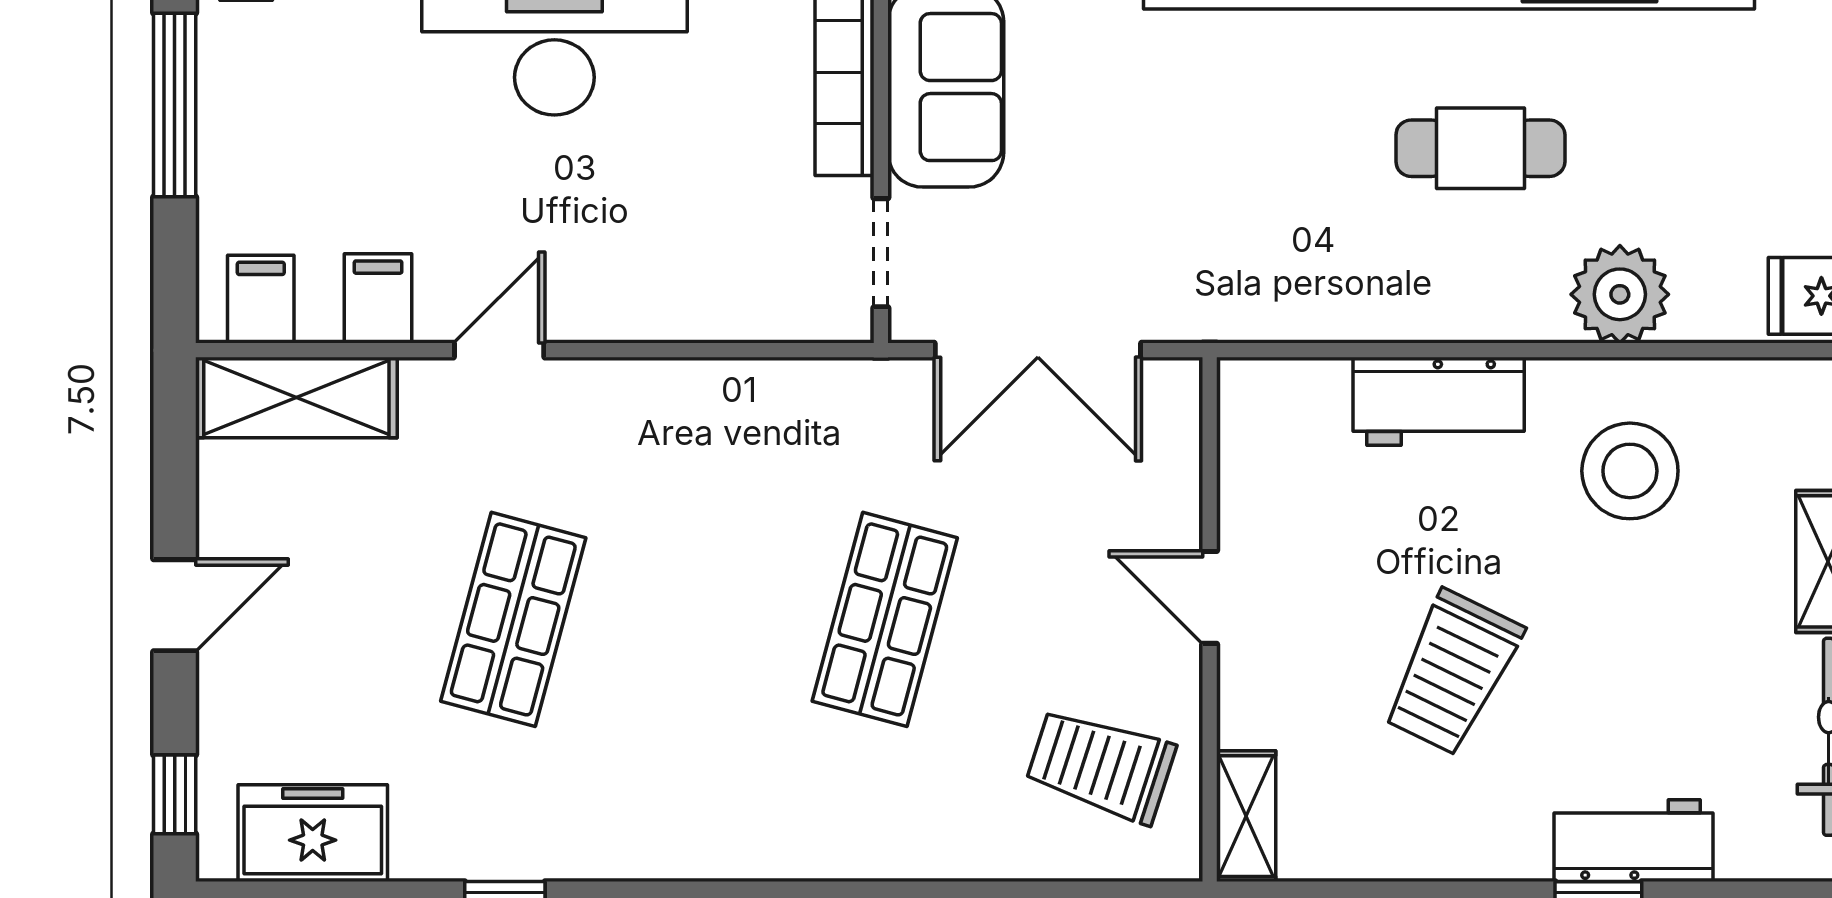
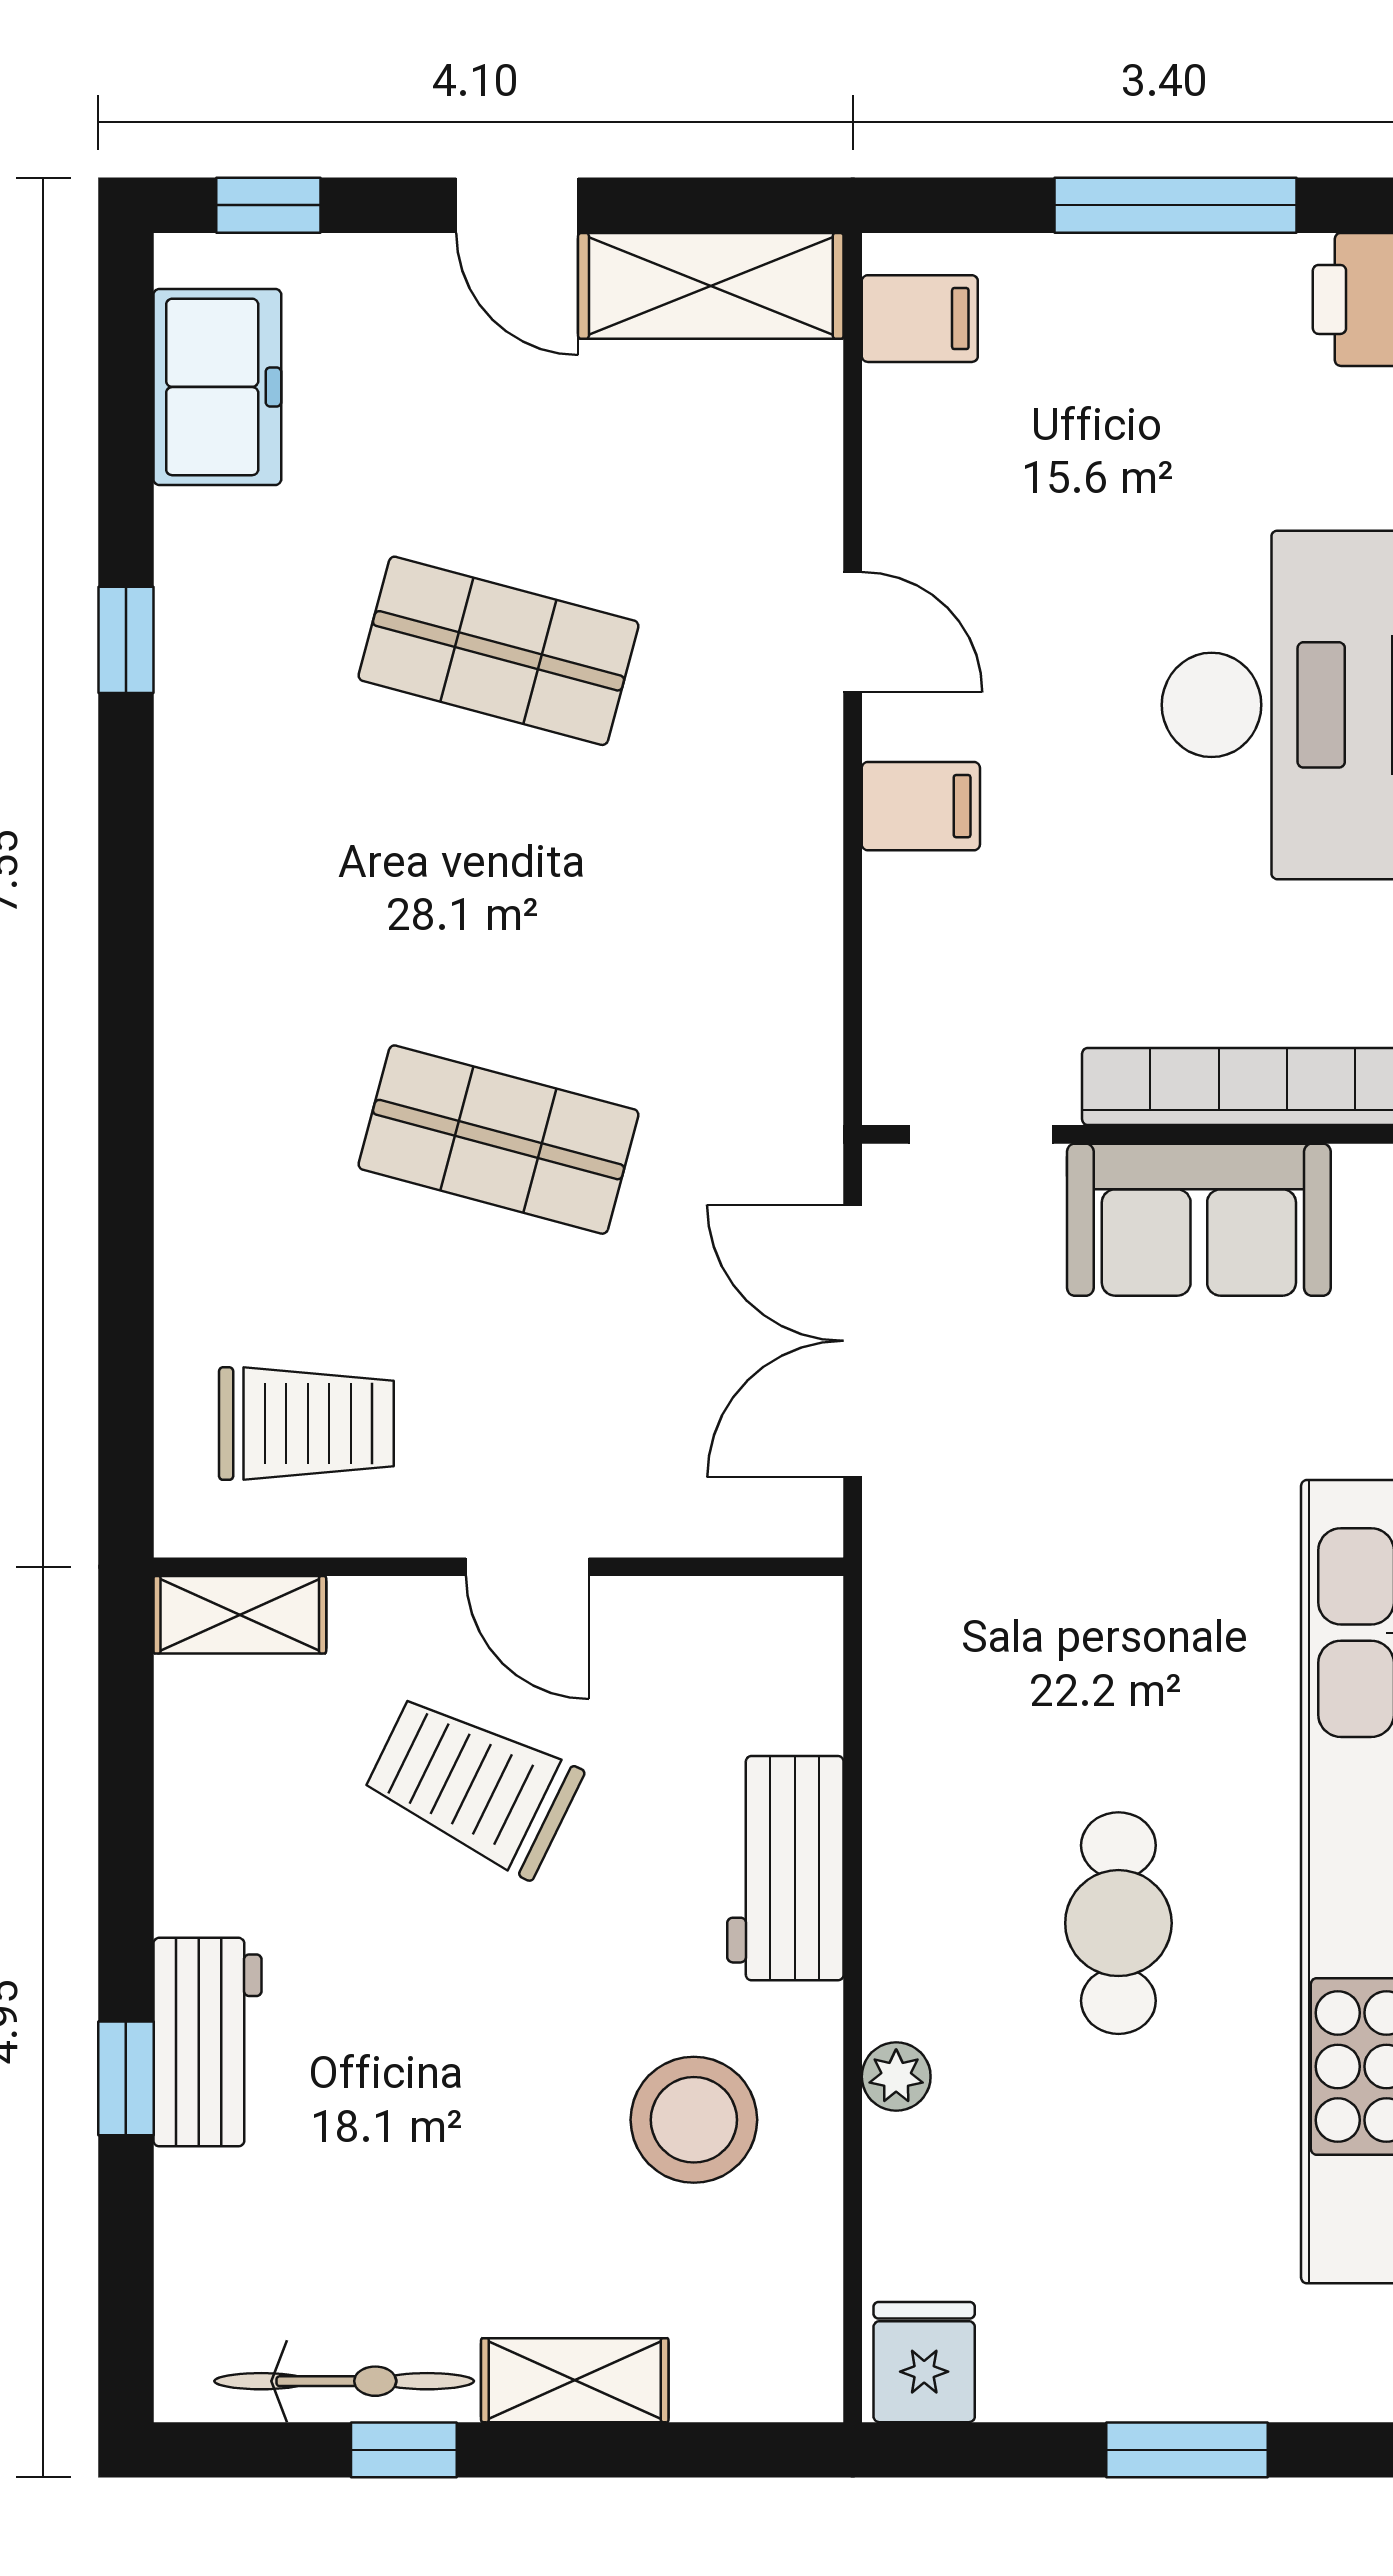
plant: (1620, 294) -> (896, 2077), width x0.53, depth x0.53
filing cabinet: (378, 298) -> (921, 806), moved
shelving: (296, 398) -> (711, 286), moved, turned 90
door: (1210, 597) -> (527, 1567), swing flipped
trolley: (1453, 673) -> (473, 1785), moved
trolley: (1101, 766) -> (306, 1424), turned 72
workbench: (1634, 841) -> (207, 2042), moved

